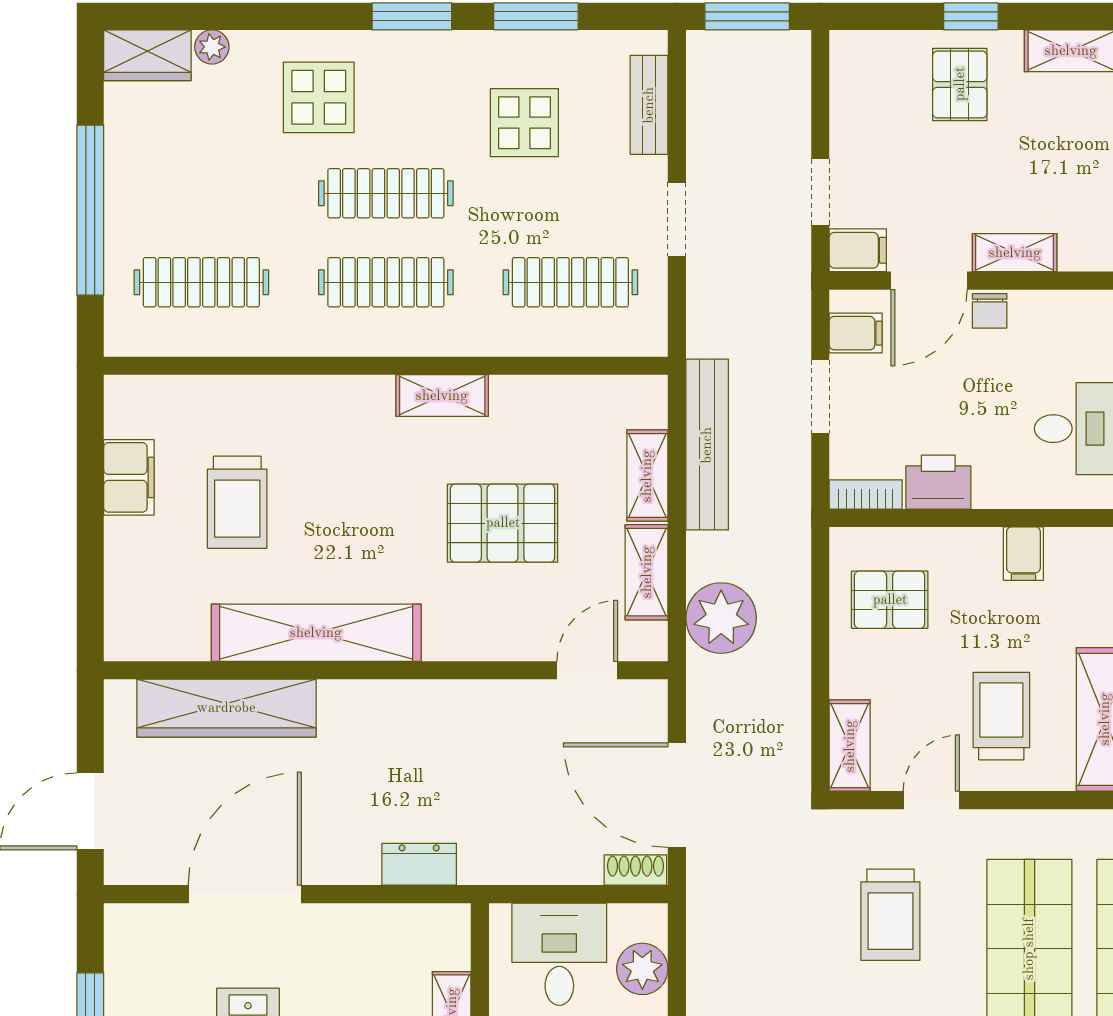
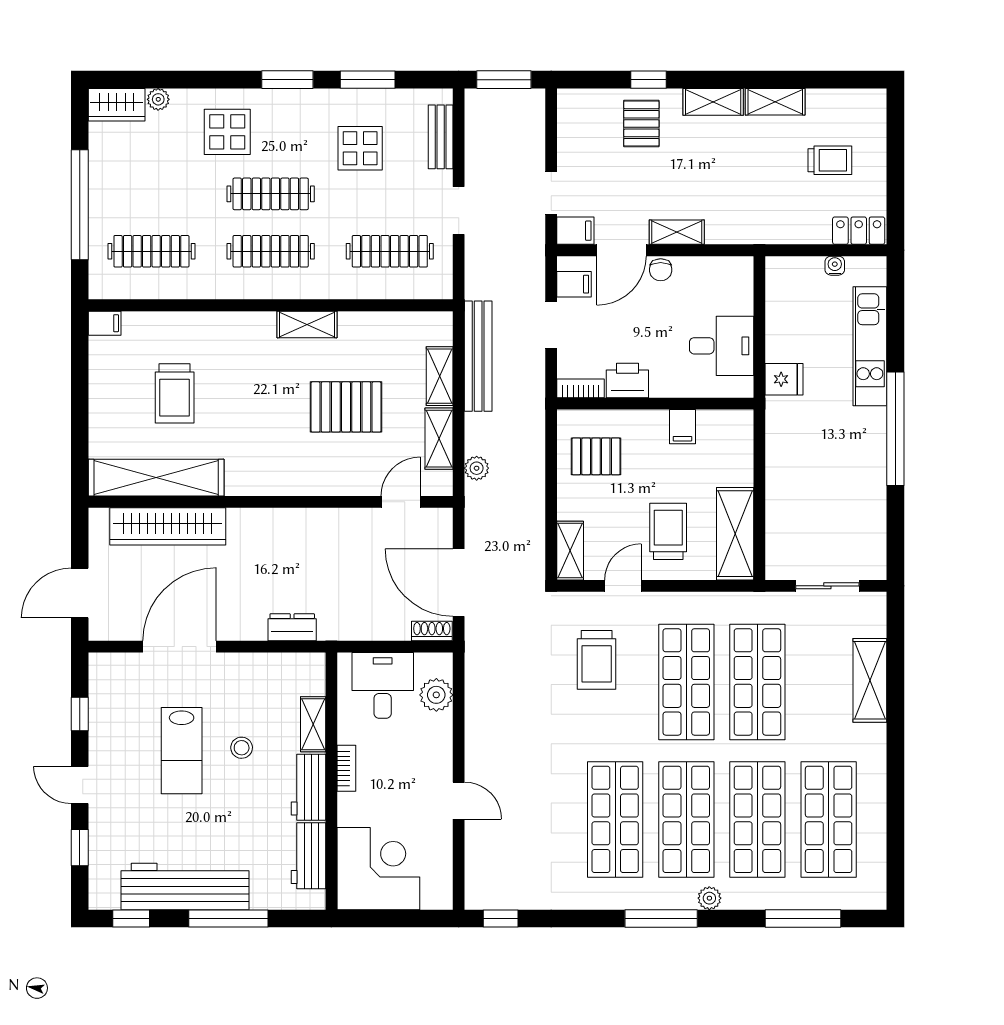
filing cabinet: (129, 477) -> (105, 323), moved, width x0.50
plant: (721, 618) -> (477, 468), width x0.53, depth x0.53
shelving: (316, 633) -> (156, 478), moved

